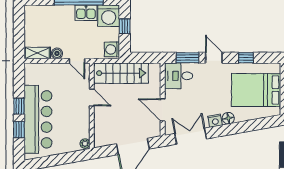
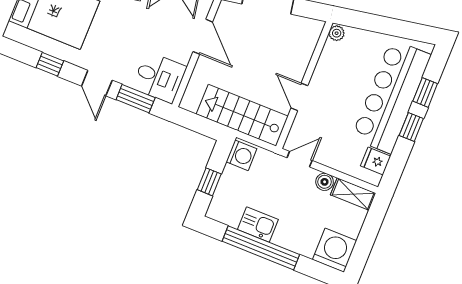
washing machine: (109, 16) -> (335, 250), moved
door: (77, 61) -> (300, 159), hinge flipped
fridge: (32, 78) -> (376, 161), added

